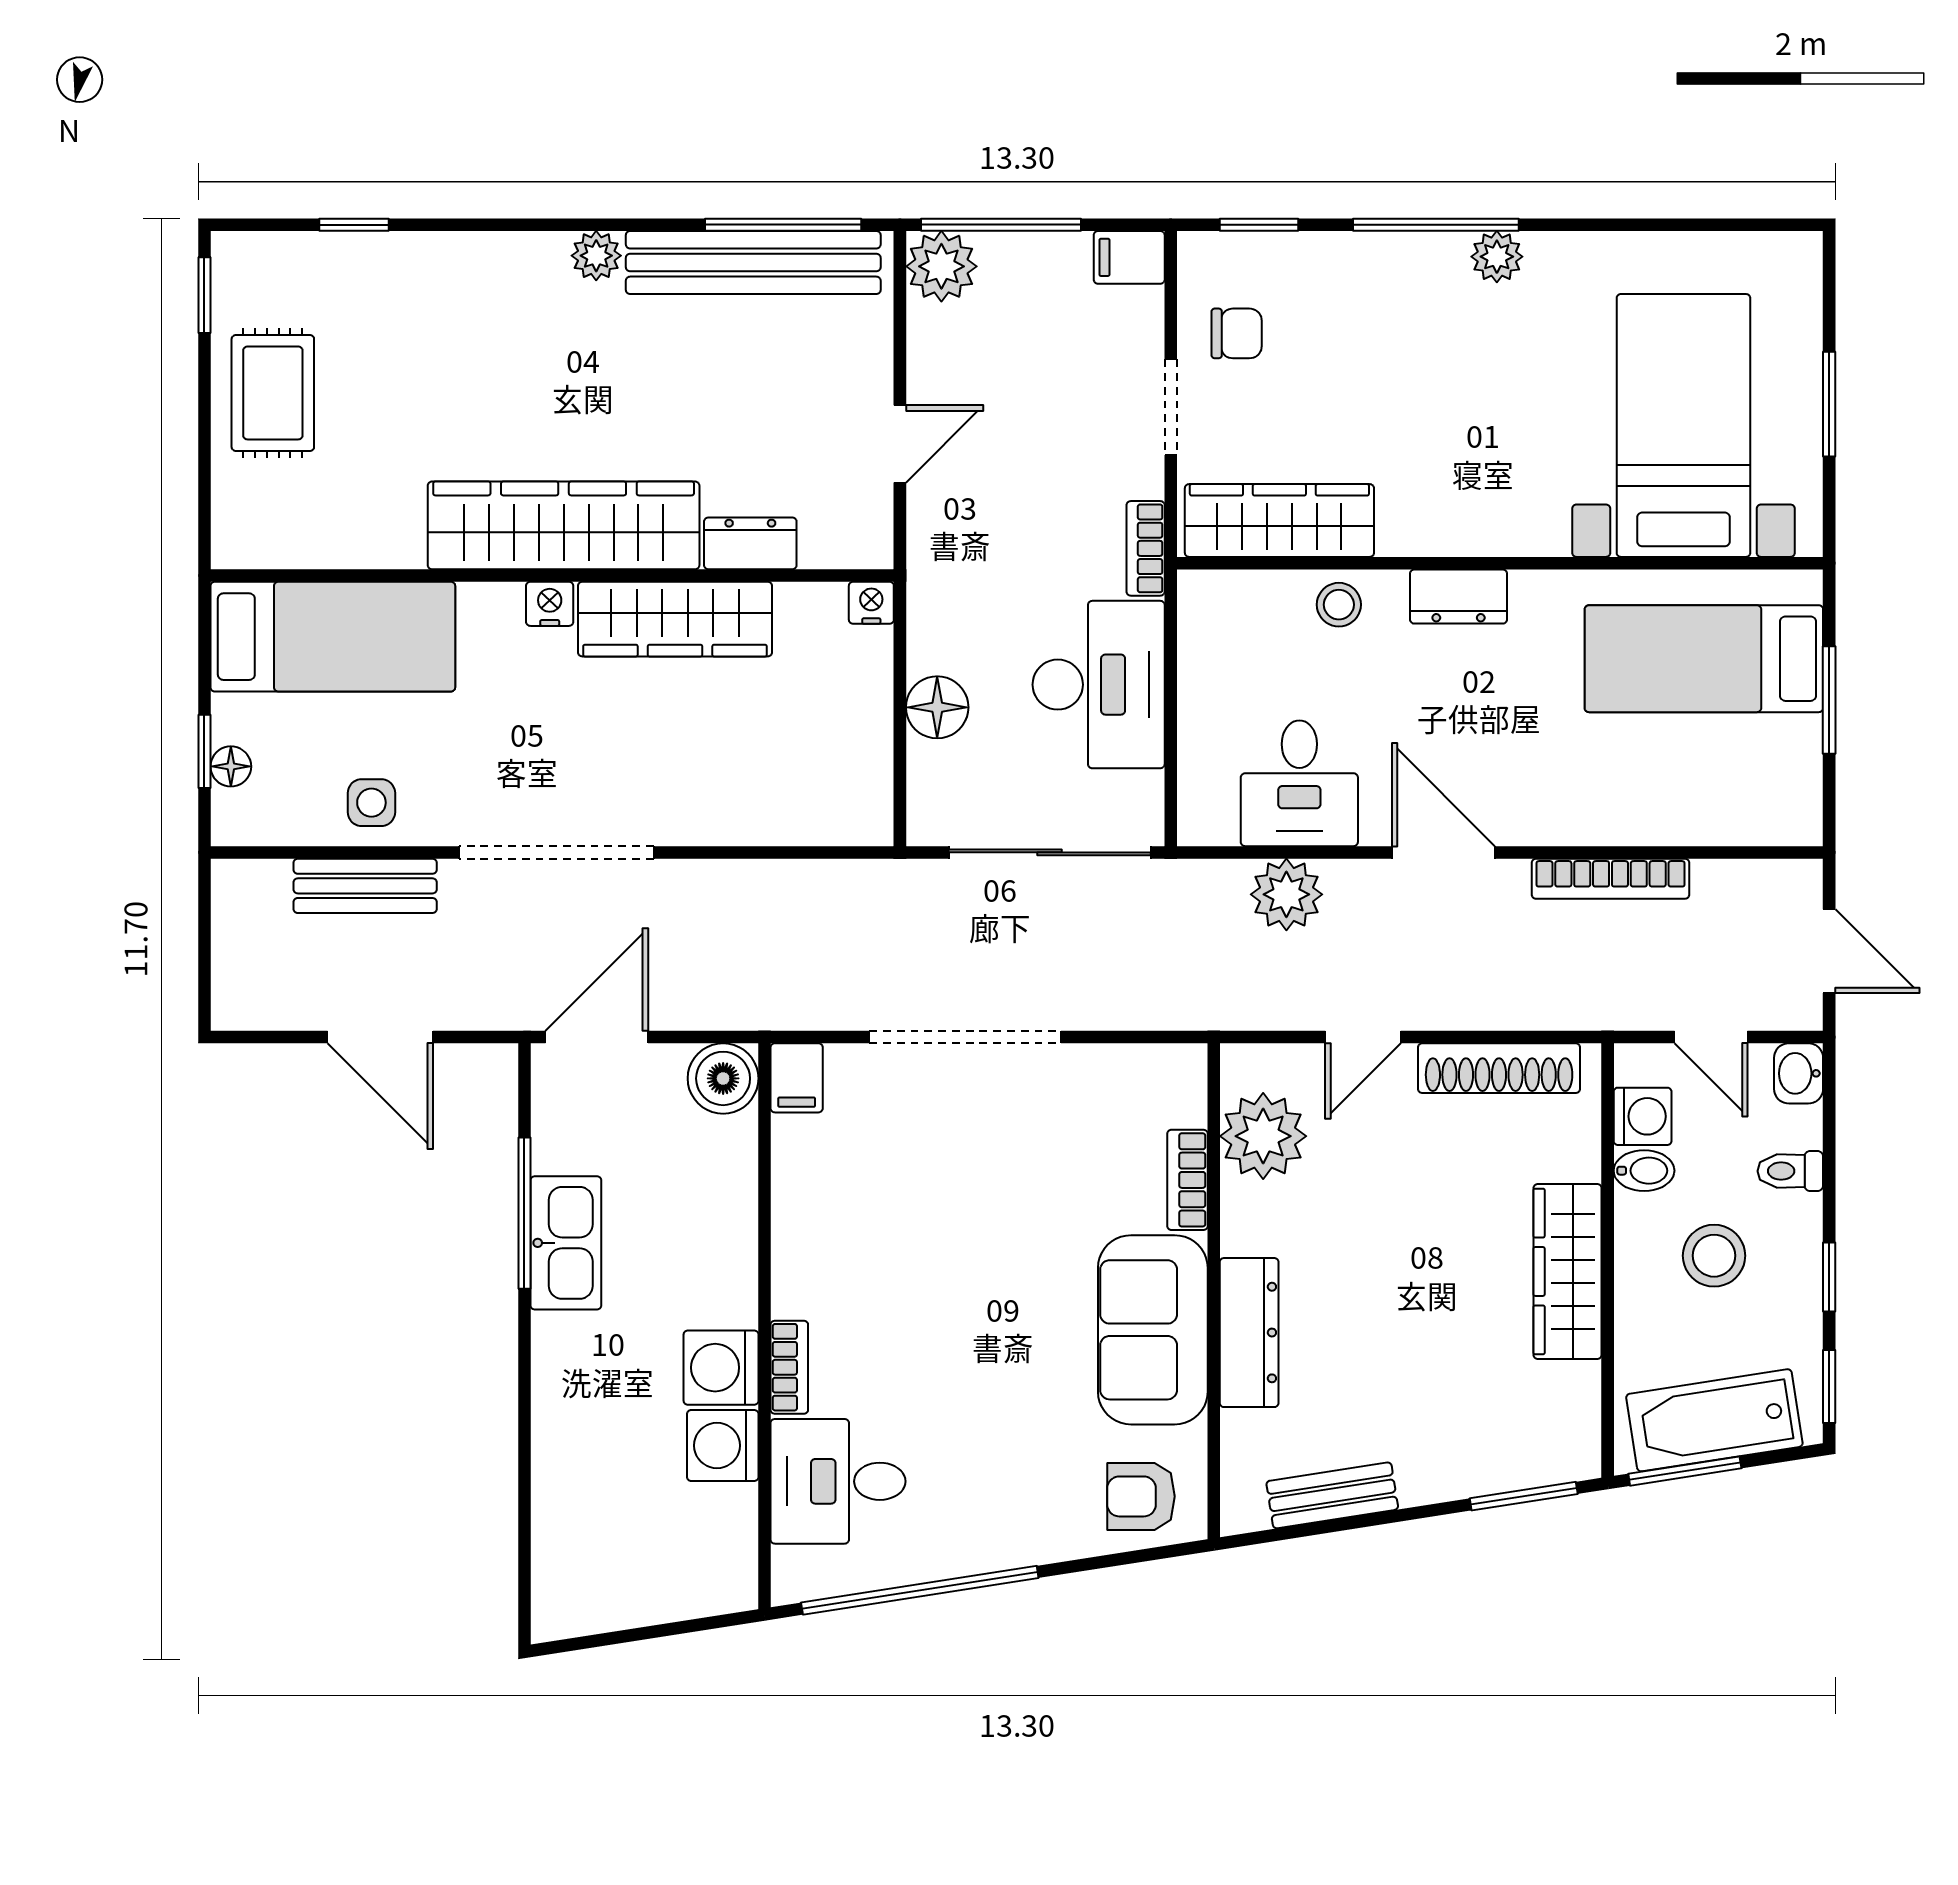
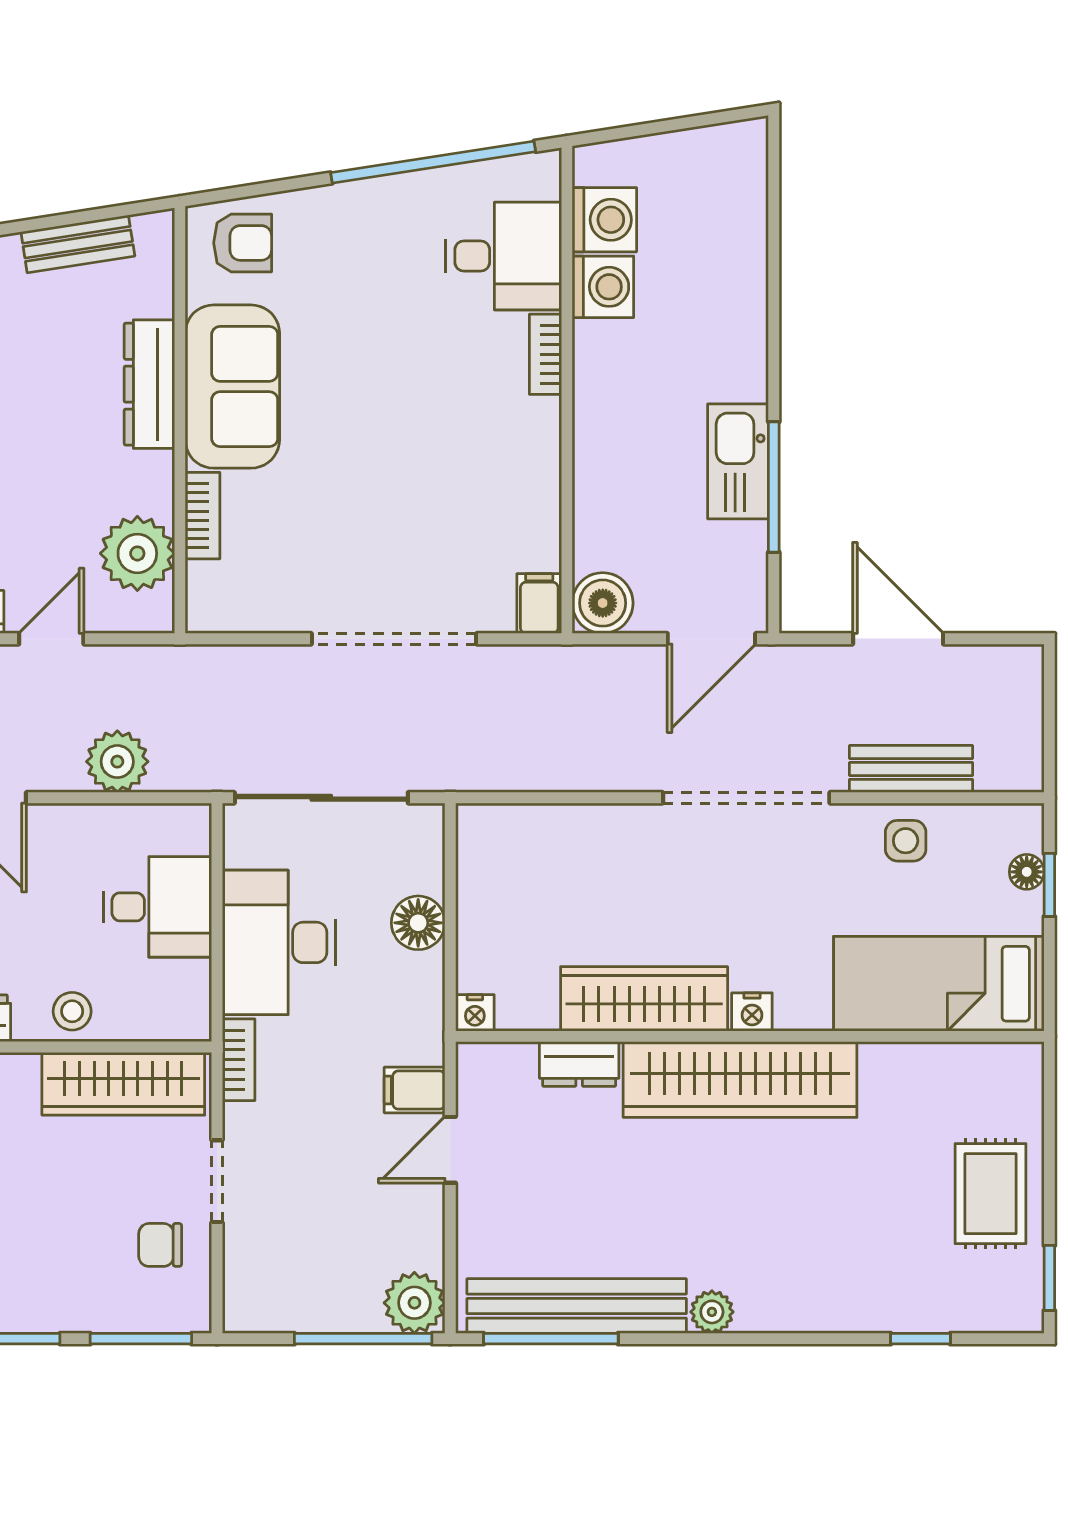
window: (1259, 225) -> (141, 1339), width x1.50
filing cabinet: (1129, 257) -> (415, 1090), moved, turned 180
desk: (1299, 783) -> (157, 907), moved, turned 90
washing machine: (721, 1368) -> (604, 220), moved

